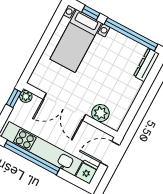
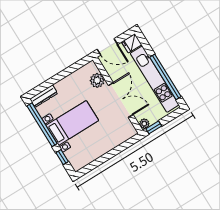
bed with nightstands: (76, 41) -> (72, 123), moved

